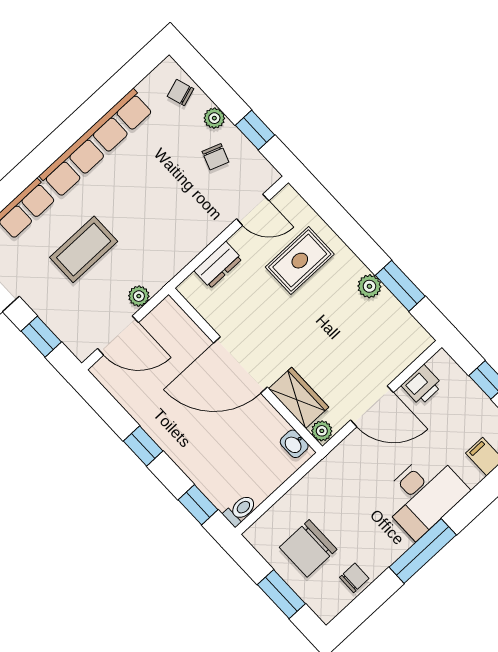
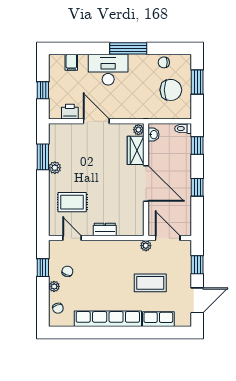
door: (241, 365) -> (146, 183), moved
wall: (246, 370) -> (146, 180), moved
wardrobe: (299, 398) -> (136, 150), moved
plant: (322, 431) -> (138, 130), moved
washbasin: (294, 444) -> (154, 135), moved

